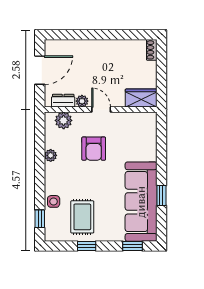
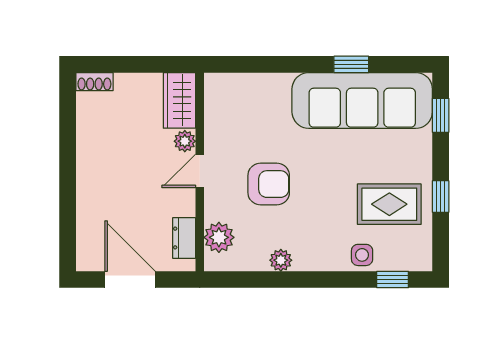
plant: (82, 101) -> (185, 141), moved

